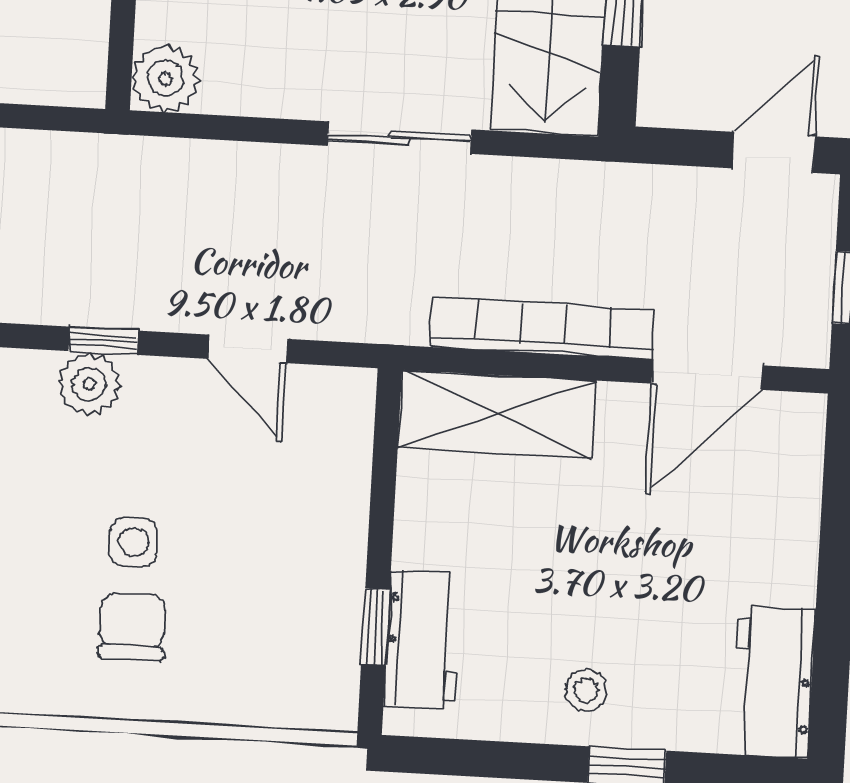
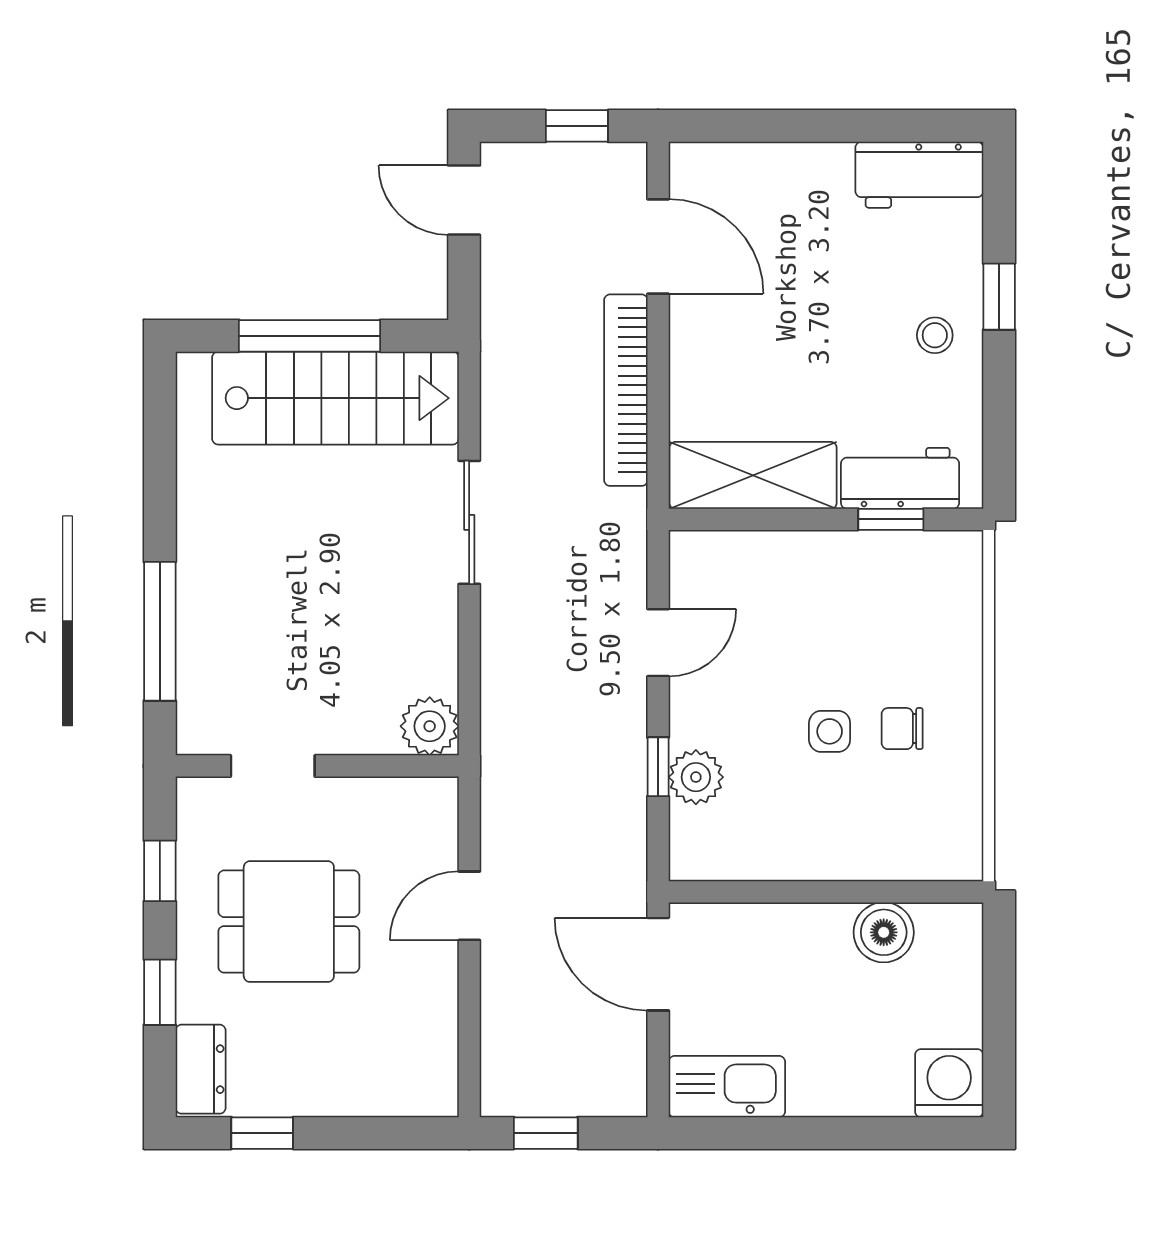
shelving: (497, 414) -> (753, 475), moved, turned 90
chair: (132, 626) -> (902, 729), width x0.73, depth x0.73

